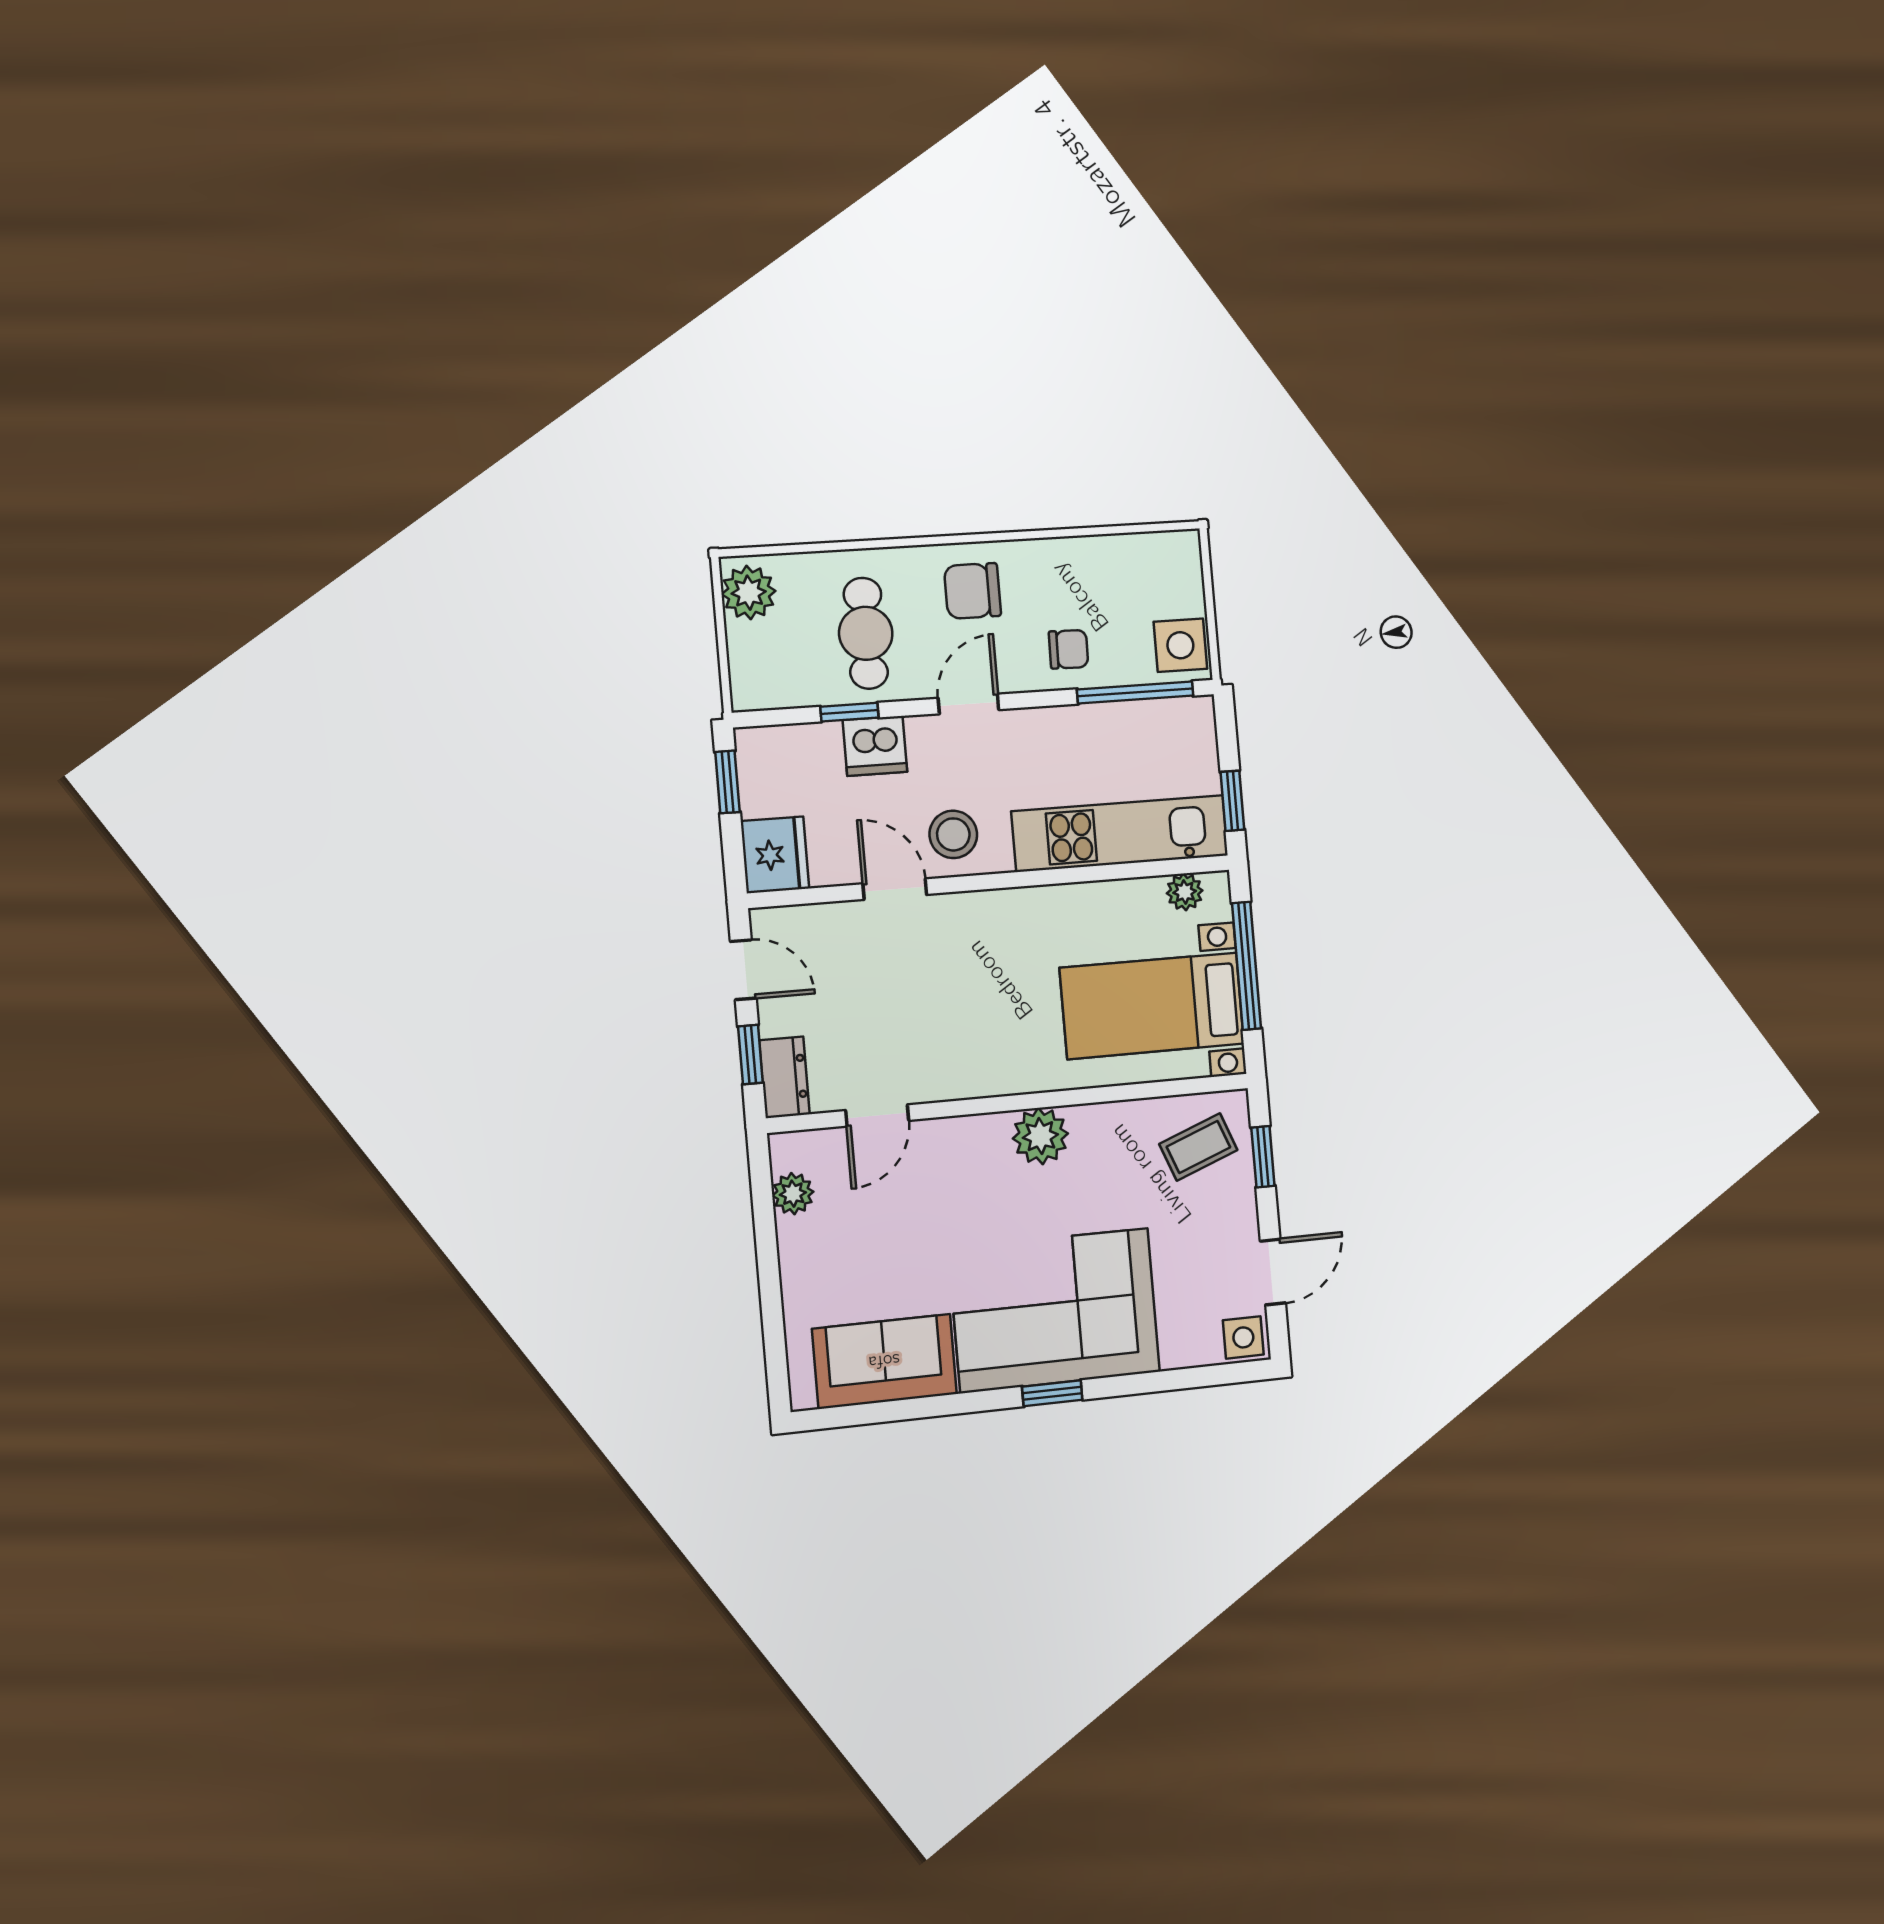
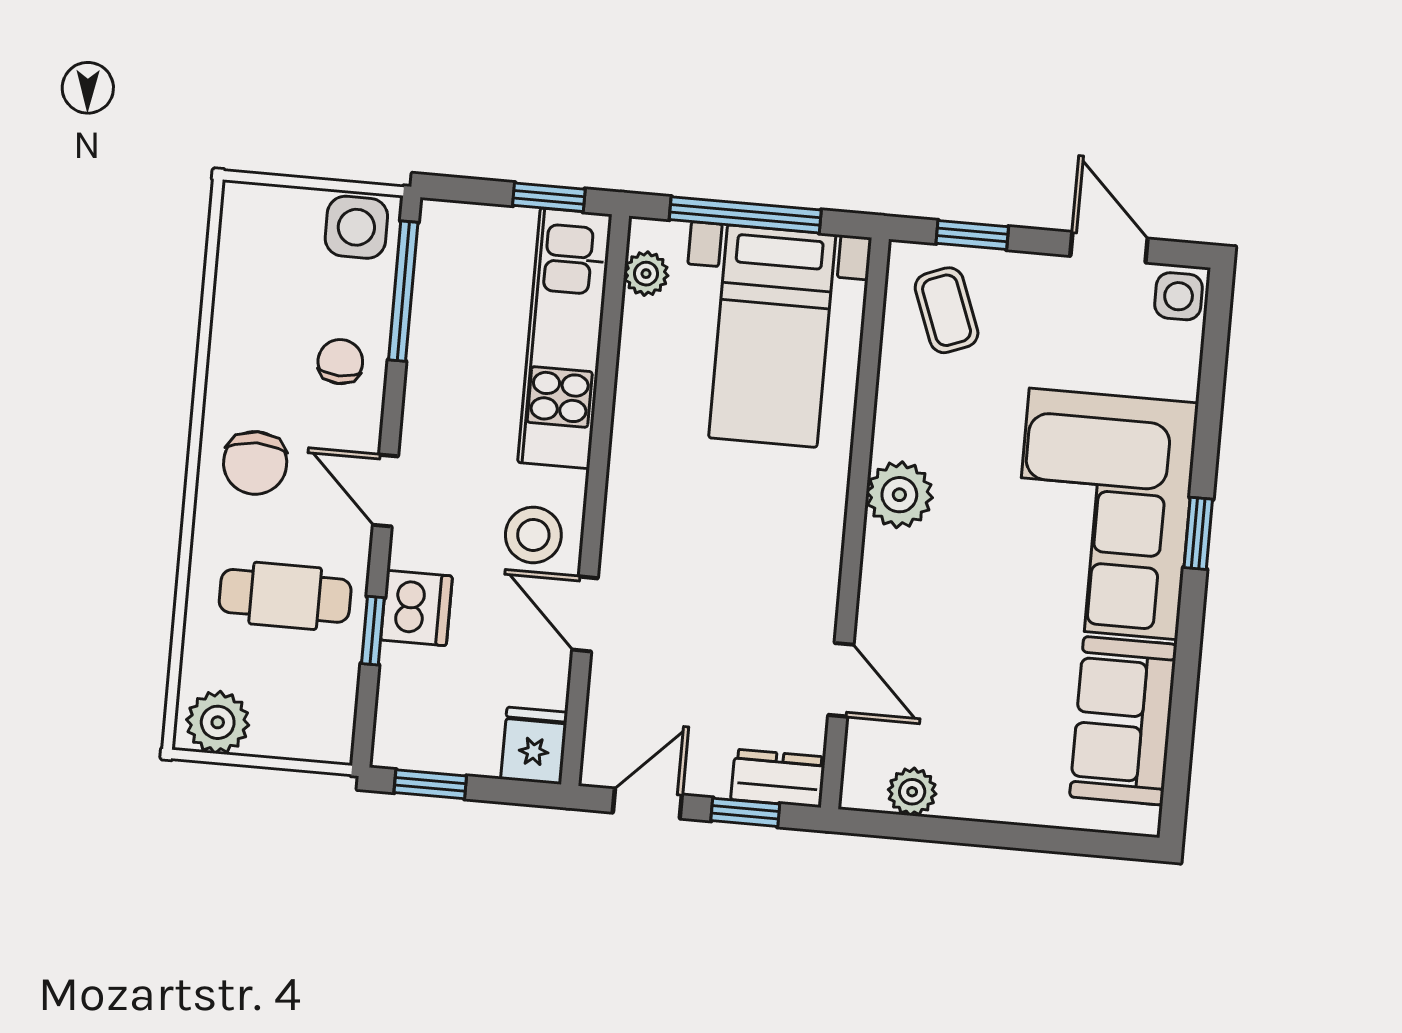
fridge: (775, 855) -> (534, 746), width x0.72
door: (895, 889) -> (585, 614), hinge flipped

